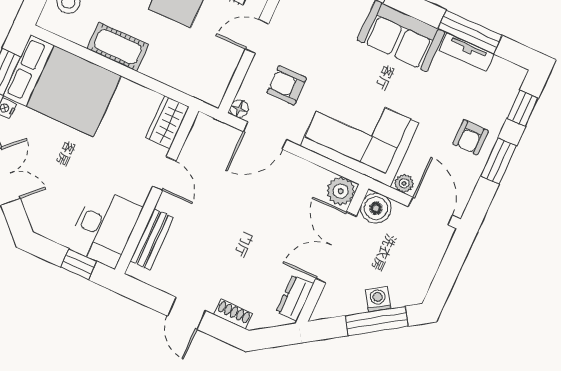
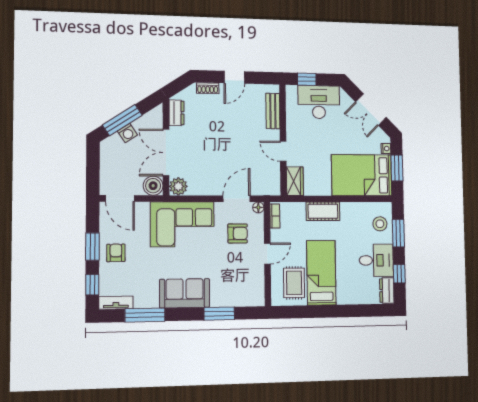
cot: (118, 47) -> (323, 211), moved
tv unit: (466, 52) -> (116, 303), moved
bookcase: (221, 85) -> (275, 216), added
plant: (404, 183) -> (143, 208), removed
desk: (105, 227) -> (319, 102), moved, turned 90
double door: (336, 247) -> (166, 153), swing flipped
door: (186, 313) -> (234, 77), swing flipped

